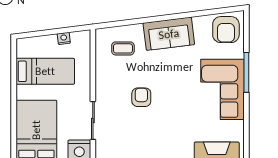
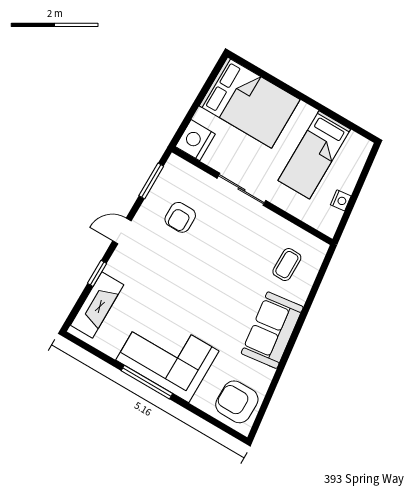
window: (246, 72) -> (147, 382), moved
armchair: (141, 97) -> (180, 217), moved, turned 90
sliding door: (93, 121) -> (242, 189), moved

